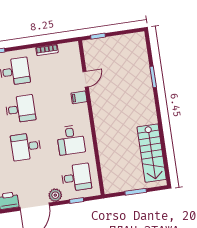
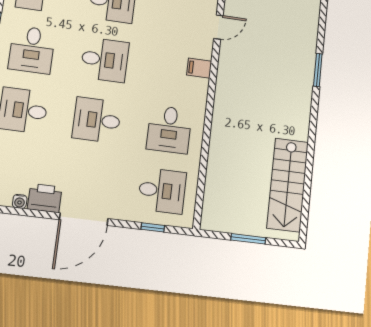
door: (86, 79) -> (218, 27), moved
plant: (55, 195) -> (122, 210), removed

